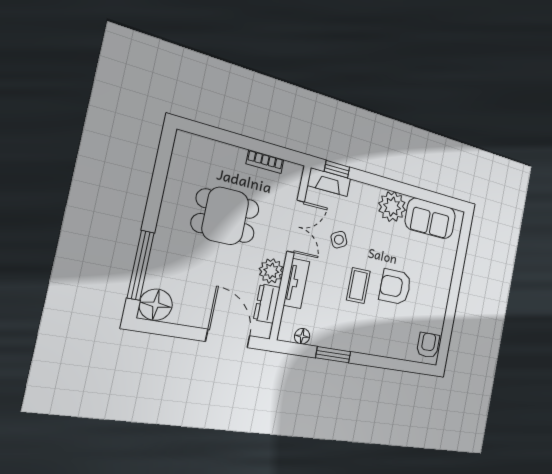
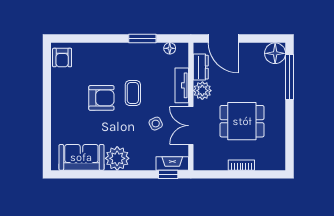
bookcase: (265, 162) -> (241, 165), moved

